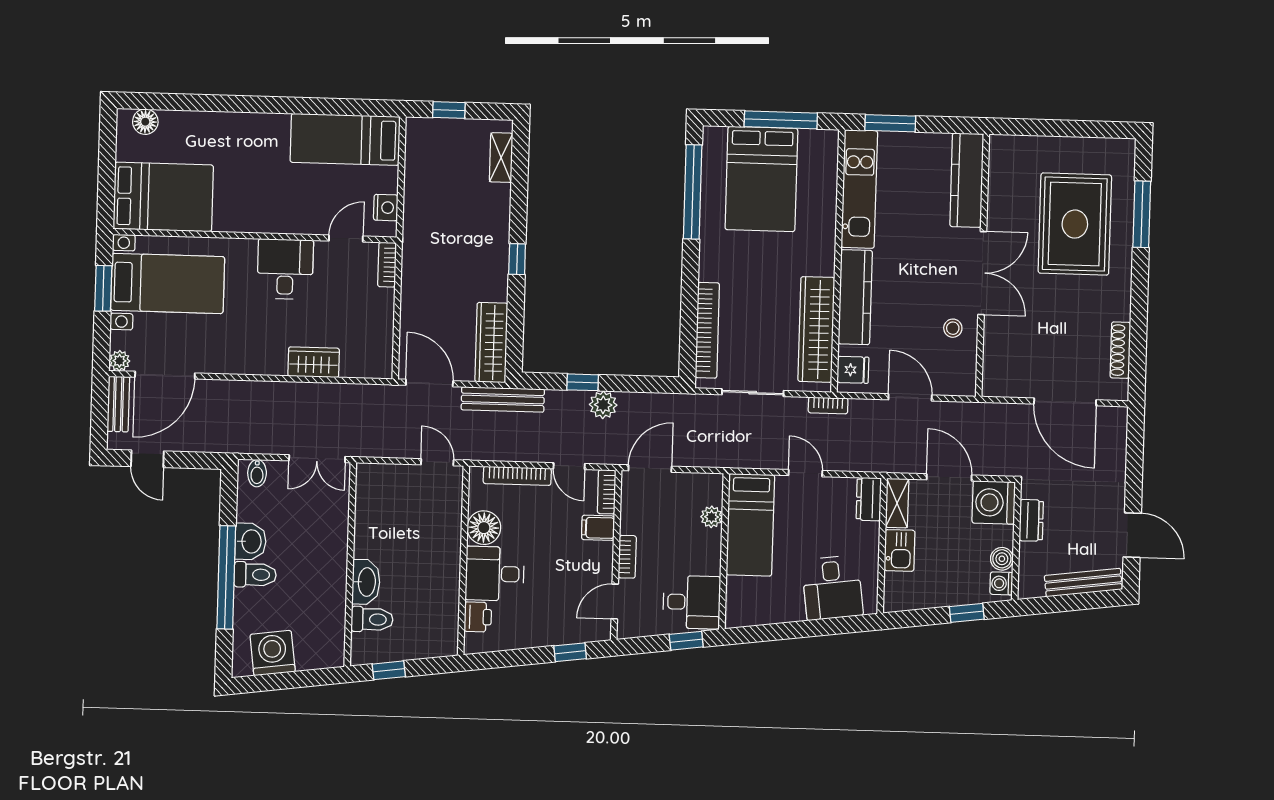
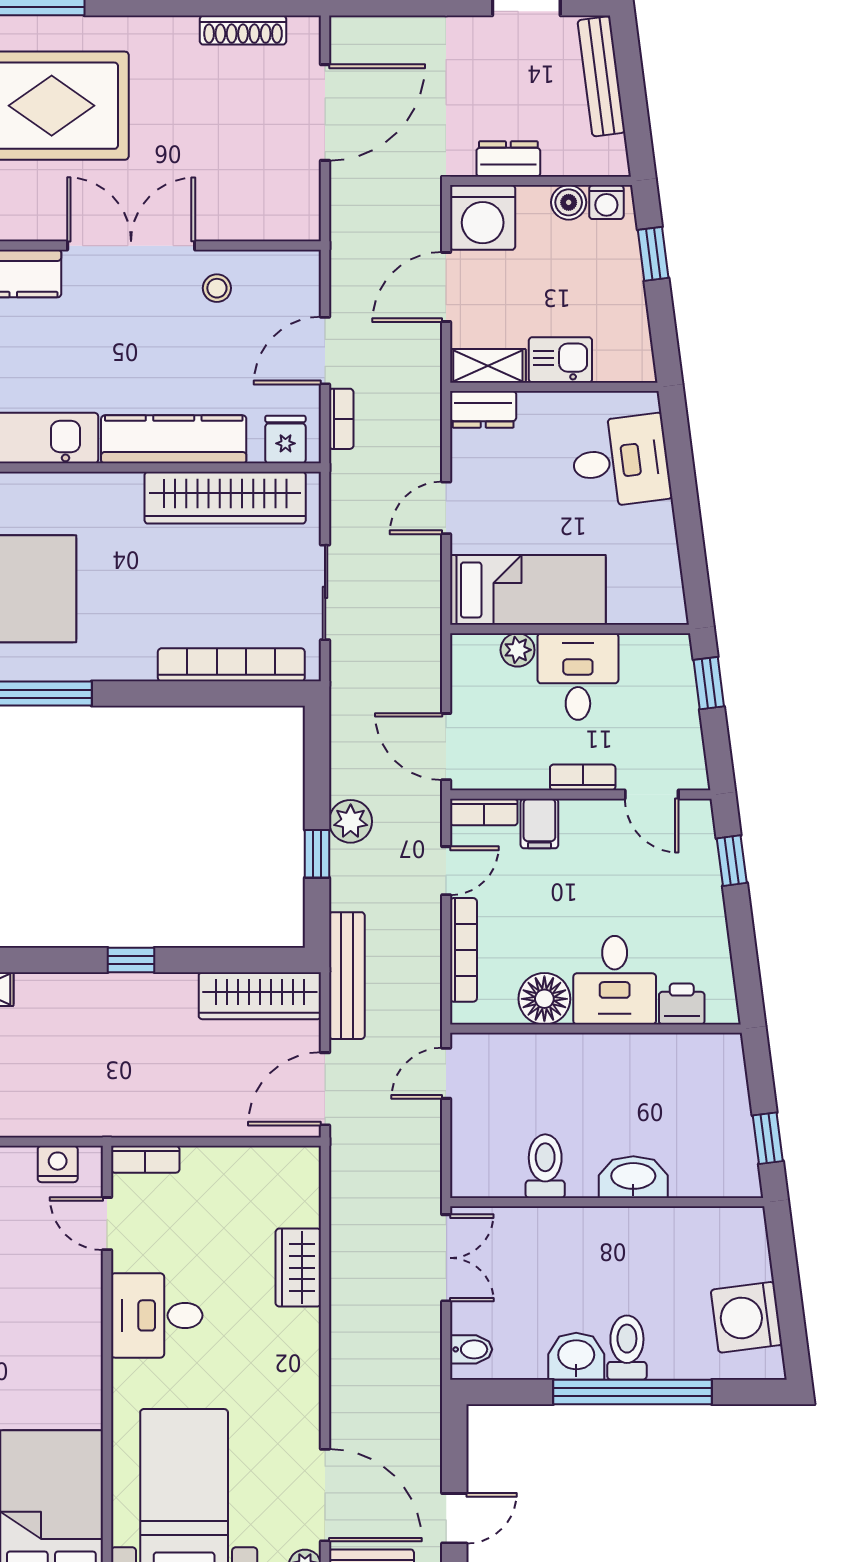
bookcase: (828, 405) -> (341, 419), moved
desk: (692, 602) -> (578, 677), moved
toilet: (372, 619) -> (545, 1166), moved

